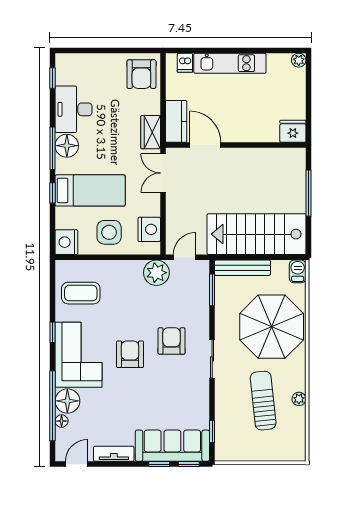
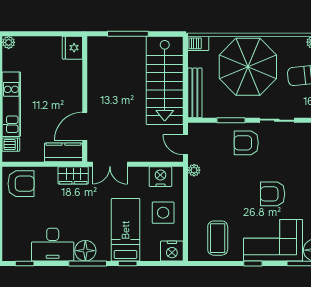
plant: (156, 273) -> (194, 170), width x0.53, depth x0.53
window: (212, 290) -> (231, 120), moved
armchair: (172, 341) -> (246, 143), moved

